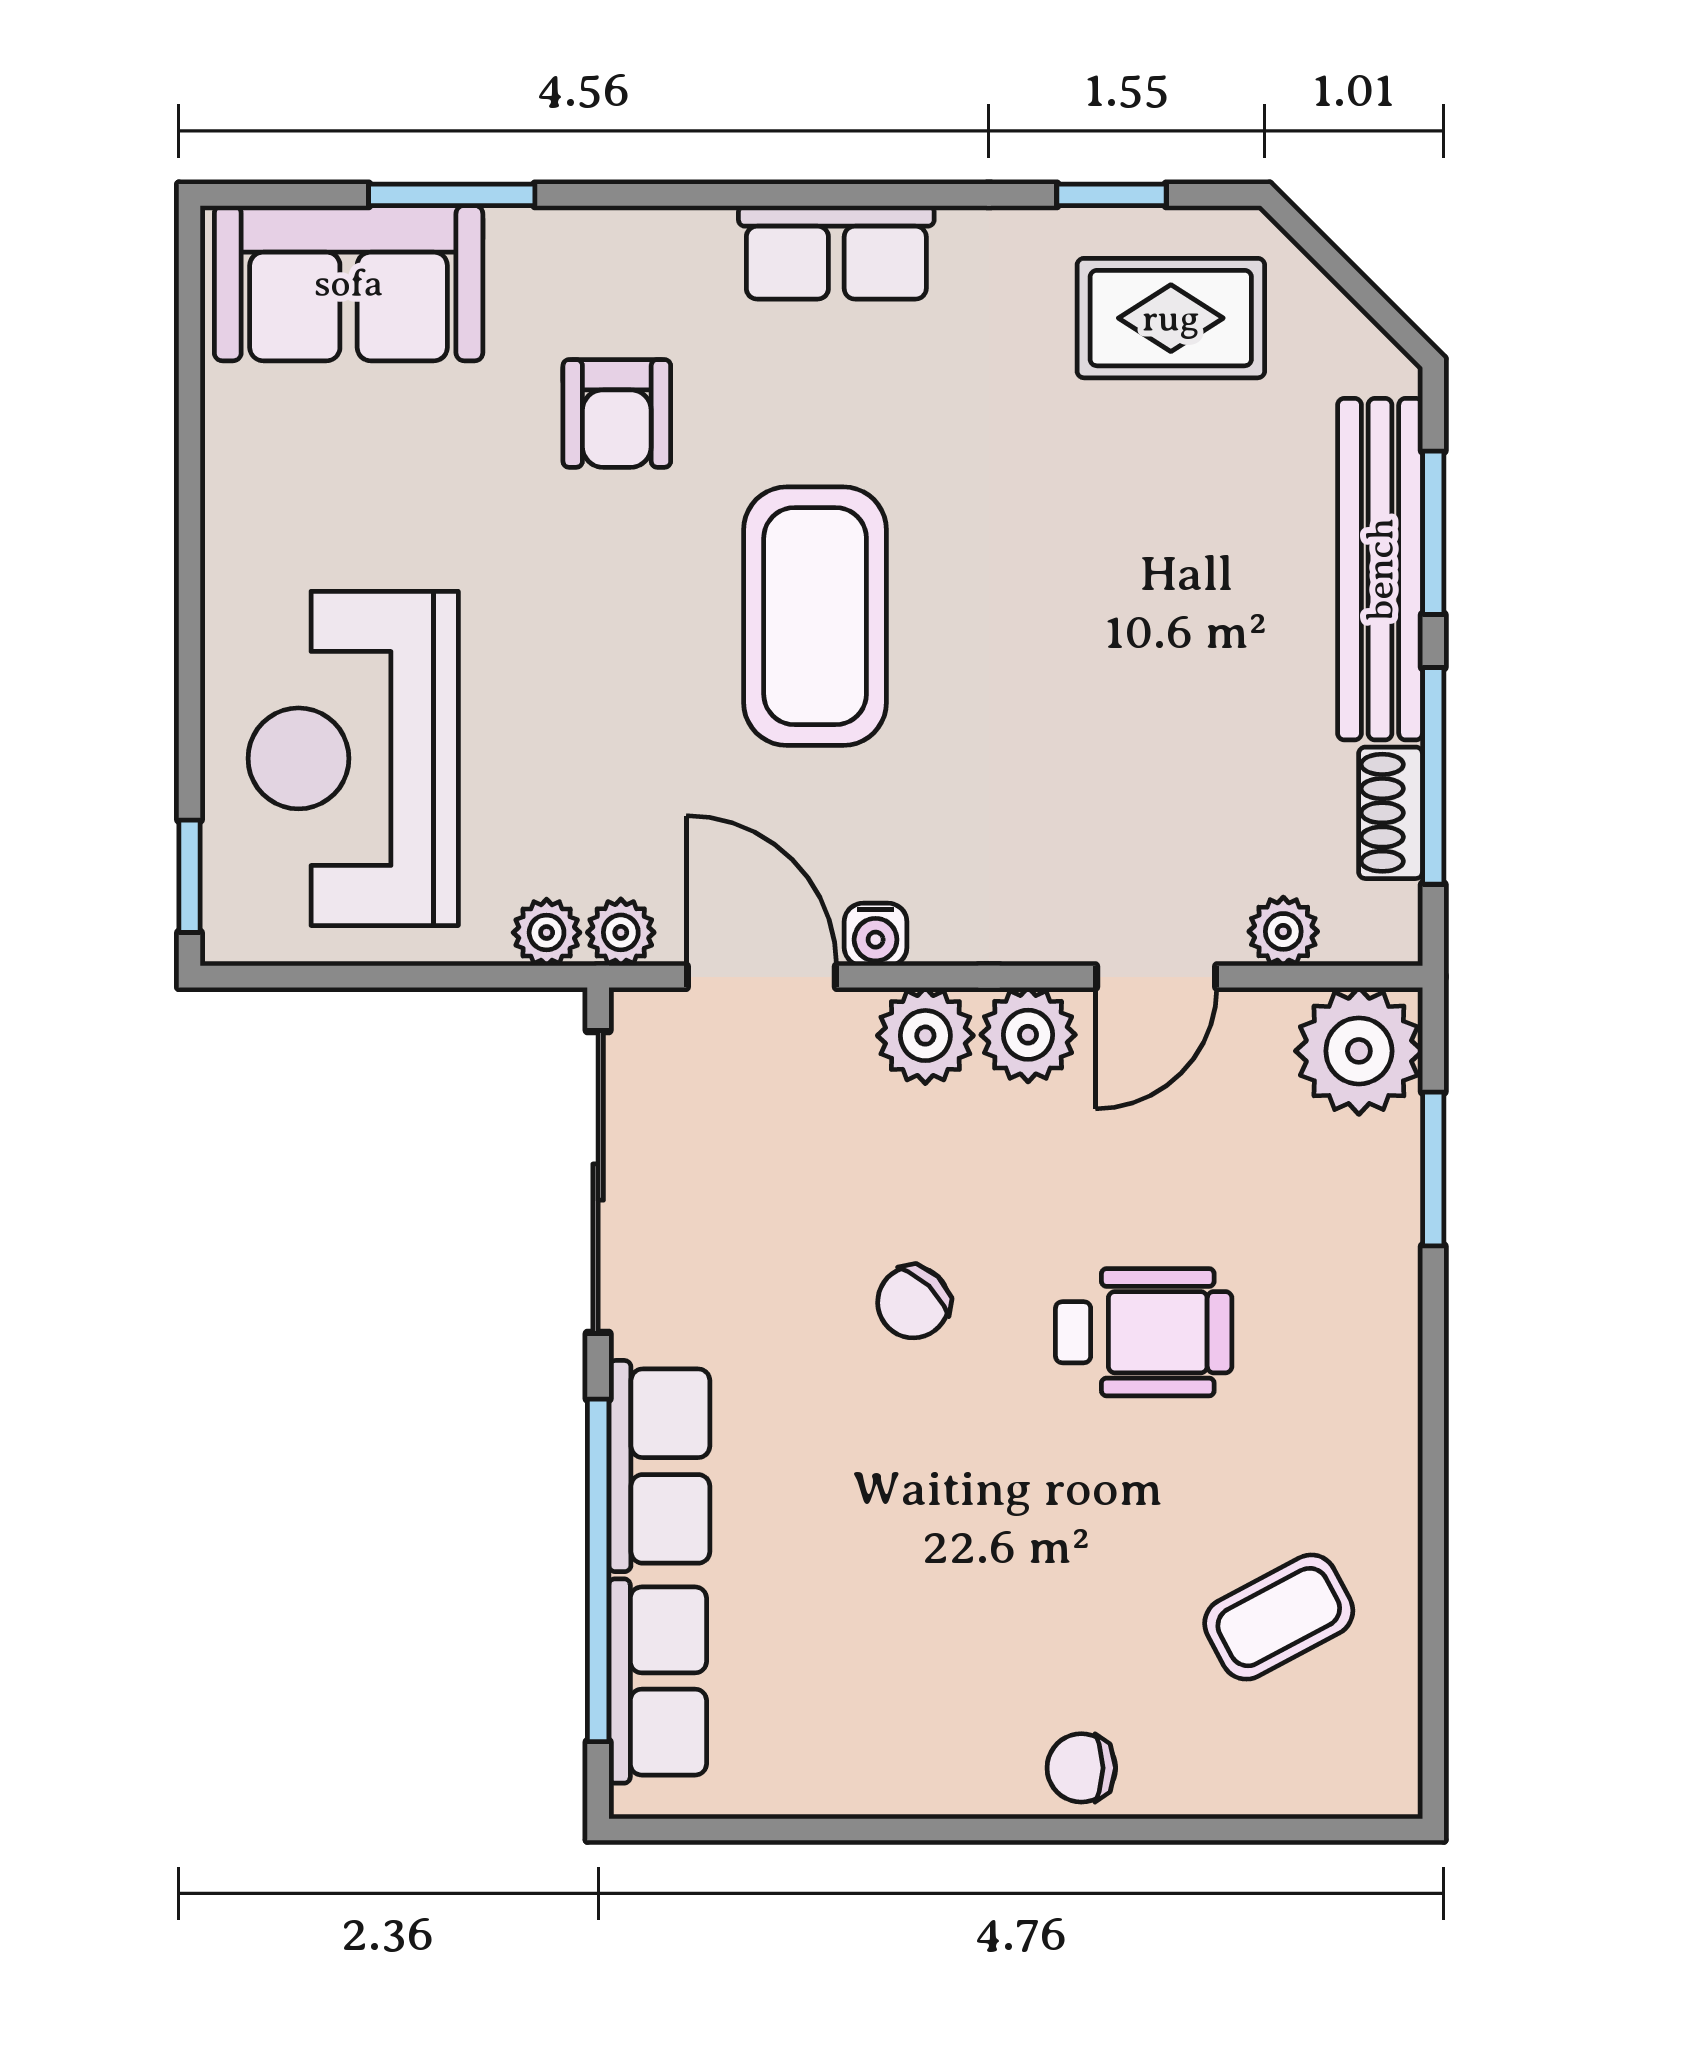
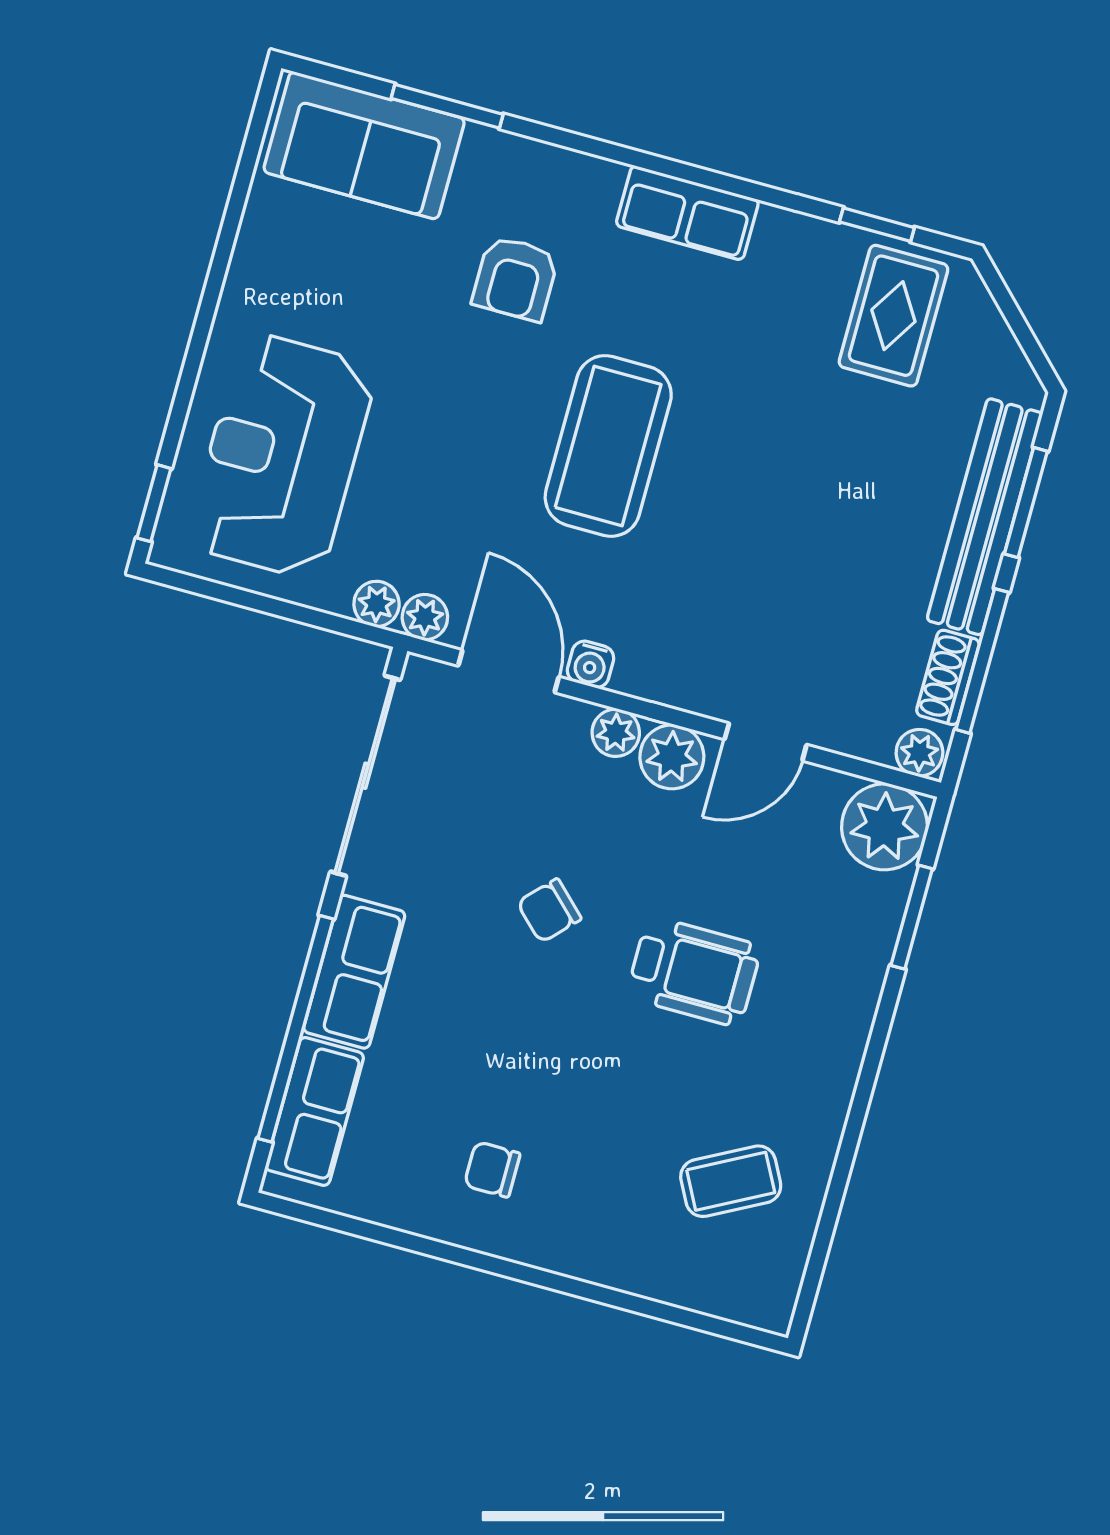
rug: (1171, 318) -> (893, 316), turned 90
plant: (1283, 931) -> (919, 753), moved
plant: (925, 1036) -> (616, 733), width x0.73, depth x0.73
chair: (1081, 1768) -> (492, 1169), moved

